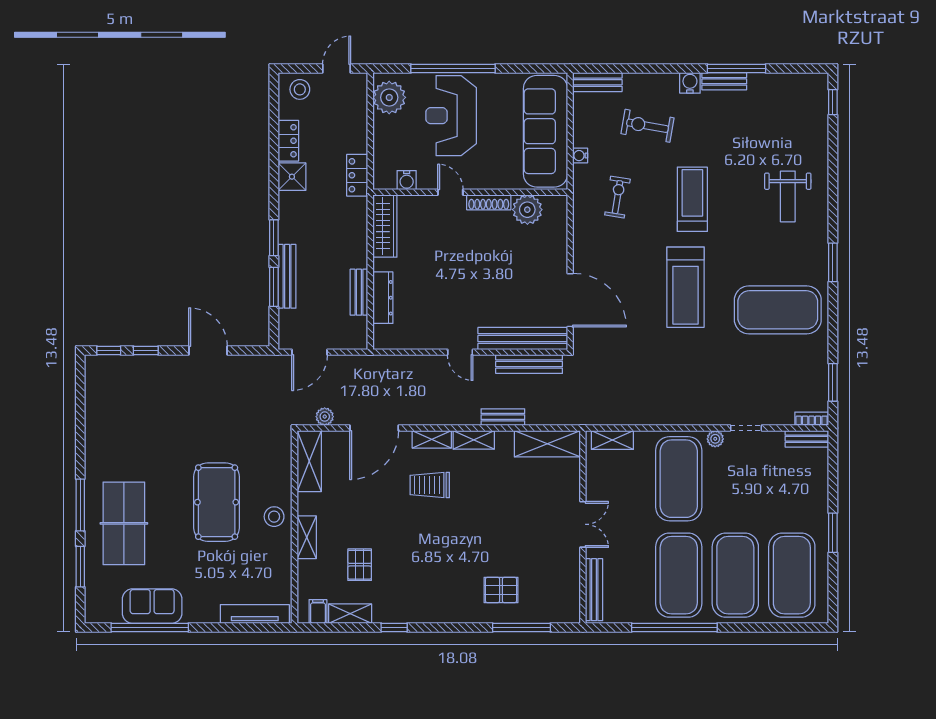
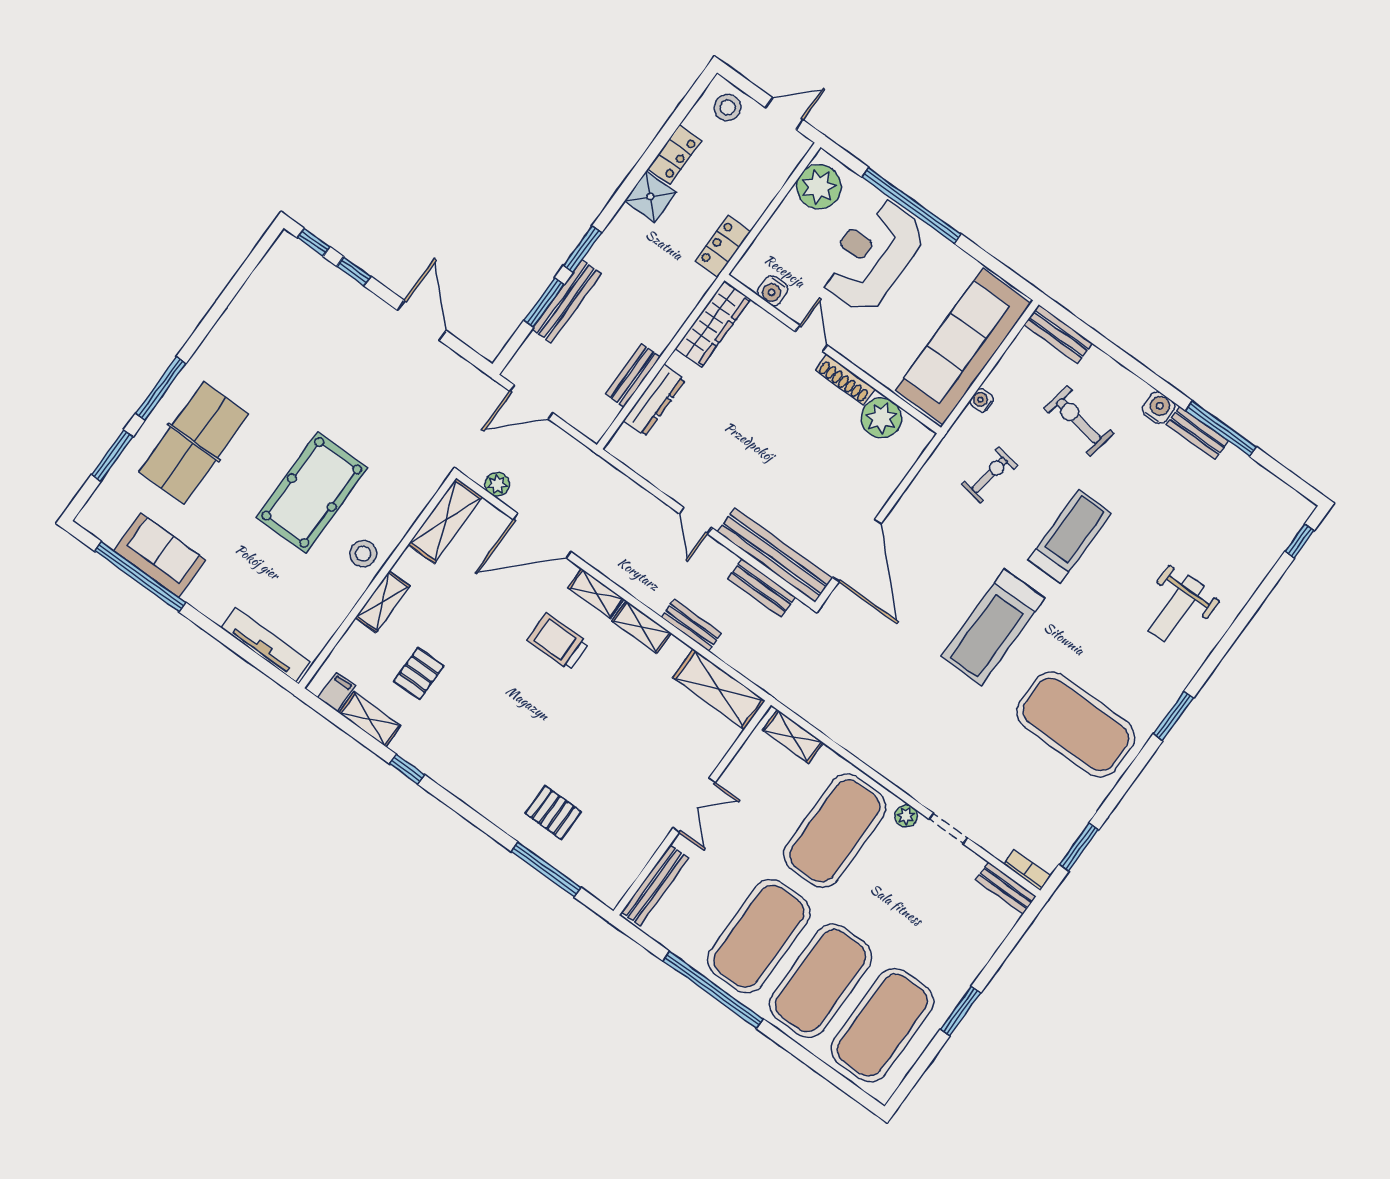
bench: (529, 364) -> (762, 588), width x0.73

